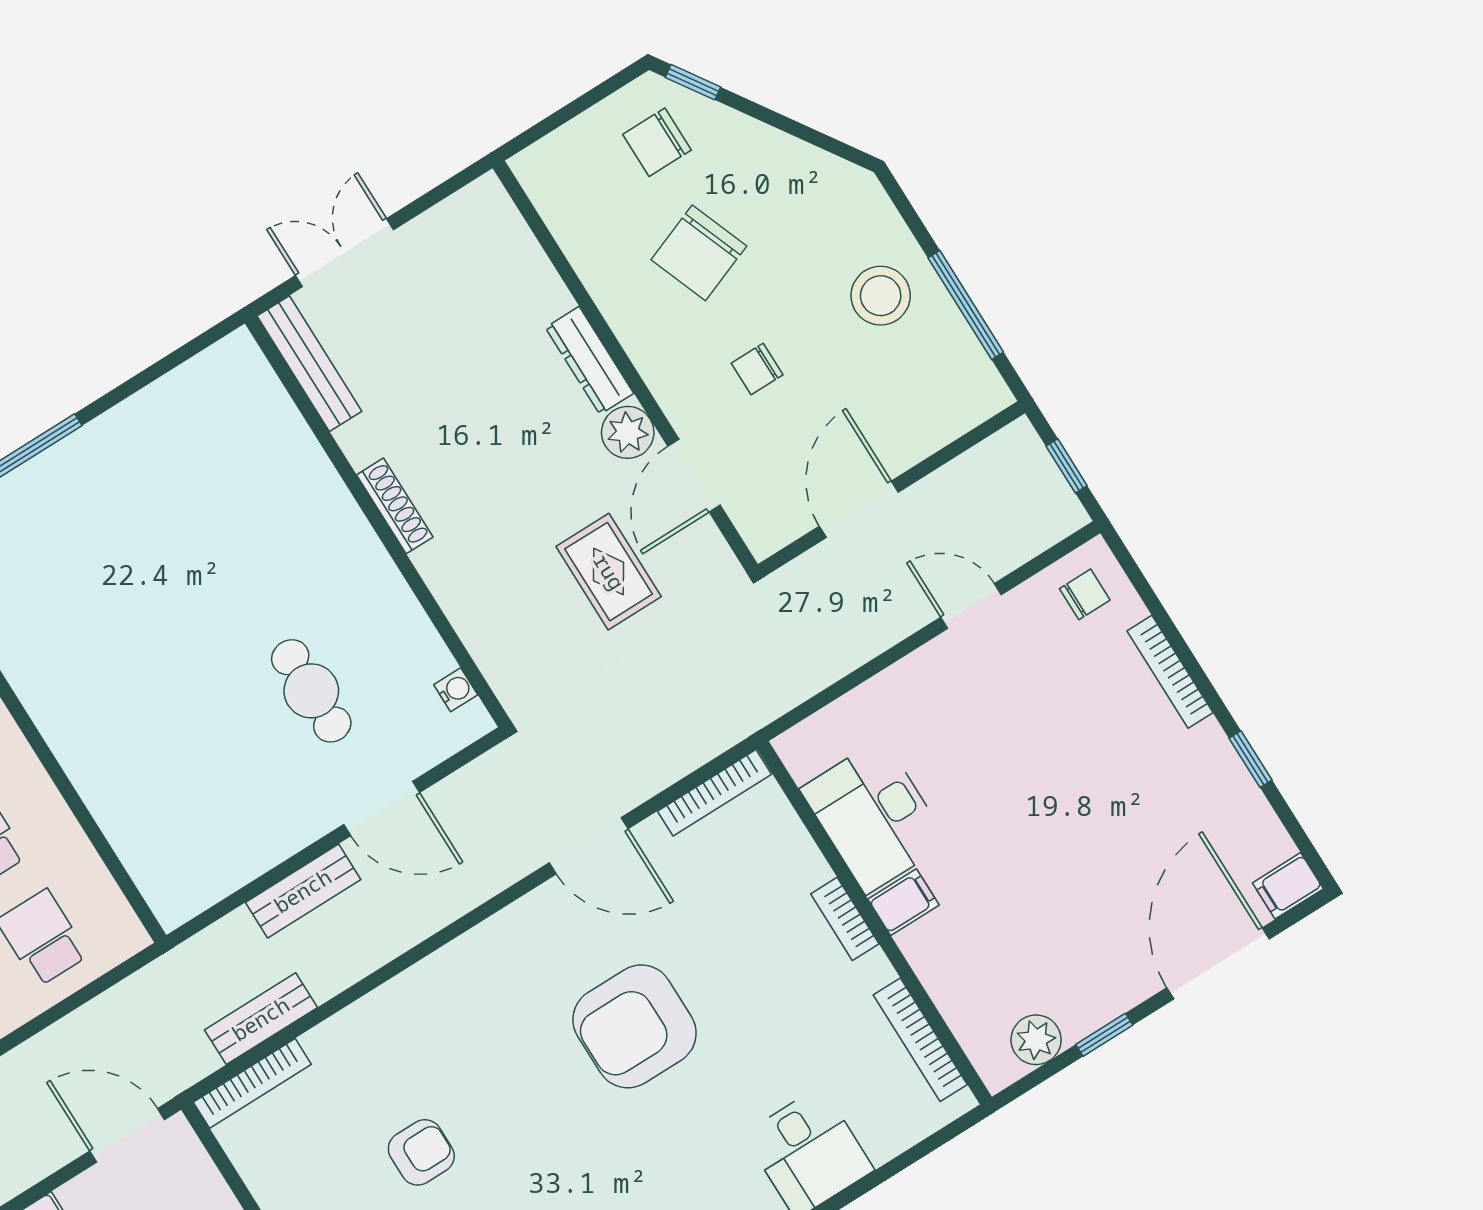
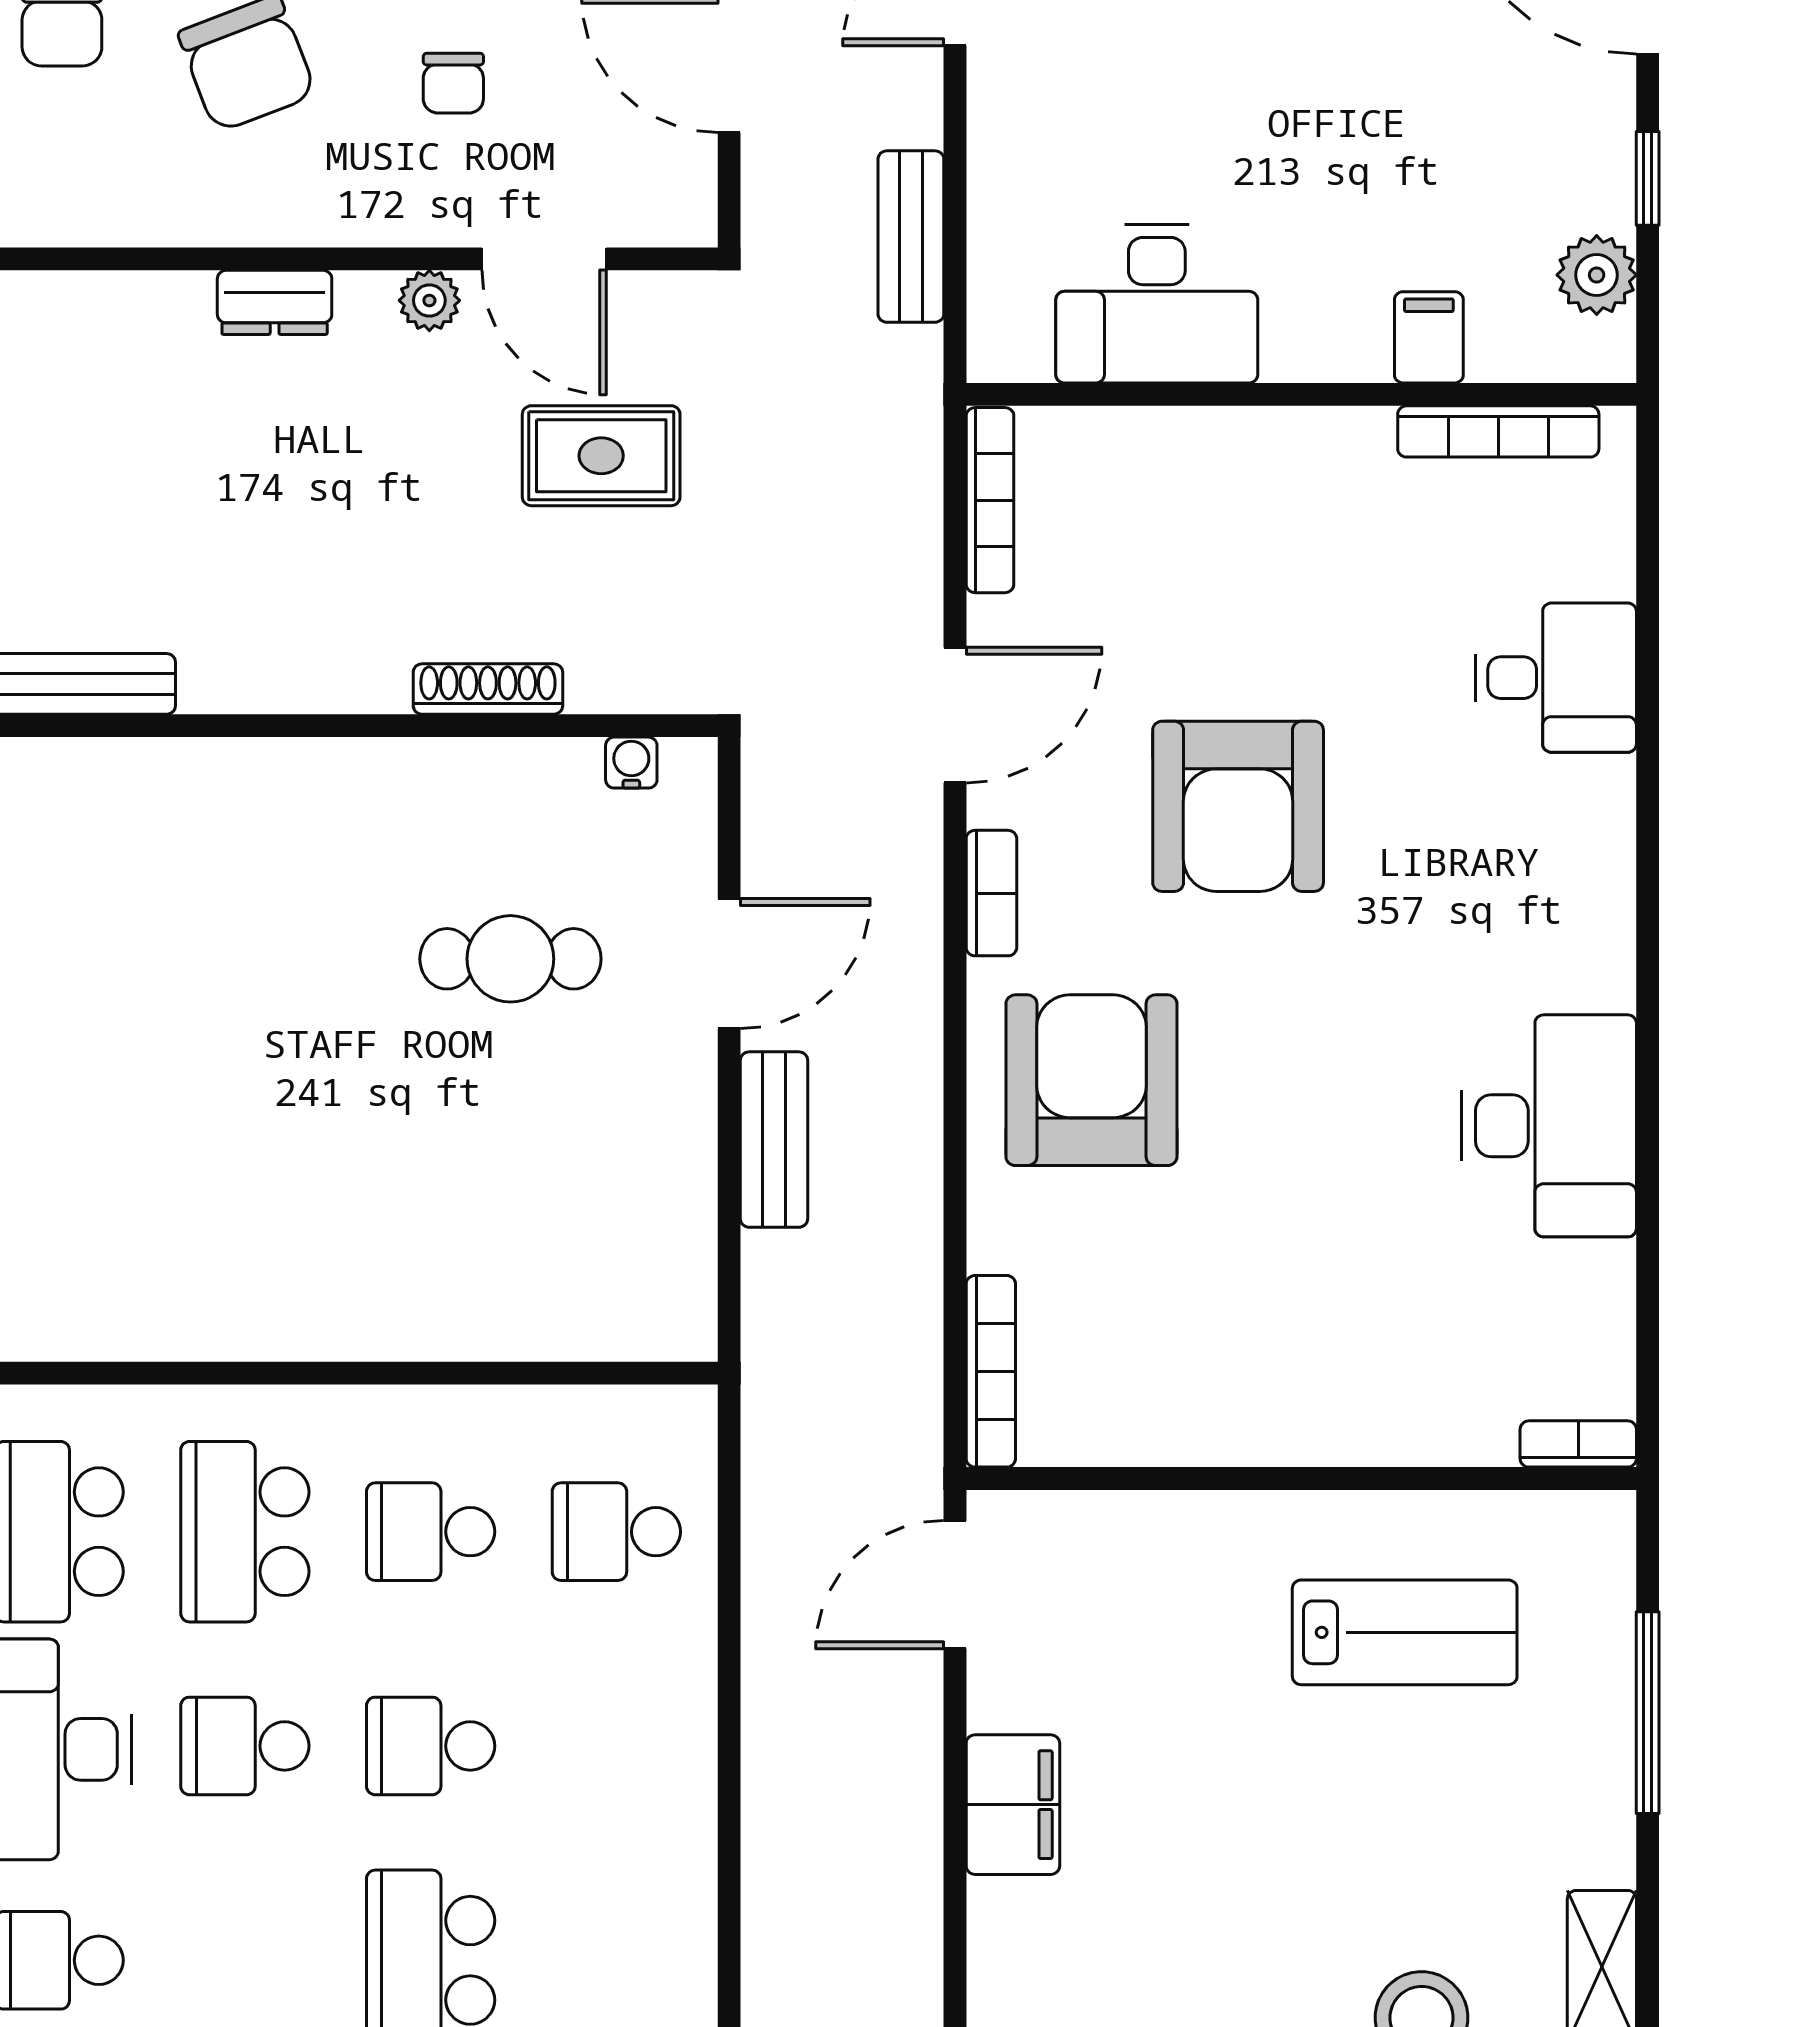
dresser: (590, 360) -> (275, 302), width x0.70
plant: (628, 432) -> (429, 300), width x0.73, depth x0.73
shoe rack: (395, 506) -> (488, 689), moved
filing cabinet: (903, 902) -> (1429, 337), moved
bookcase: (845, 919) -> (991, 893), moved, turned -90
bench: (261, 1019) -> (911, 237), moved
armchair: (421, 1152) -> (1091, 1080), moved, width x1.88, depth x1.88

